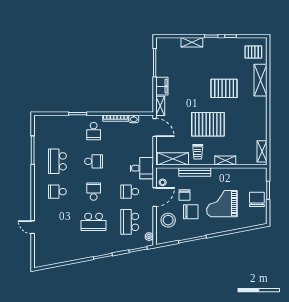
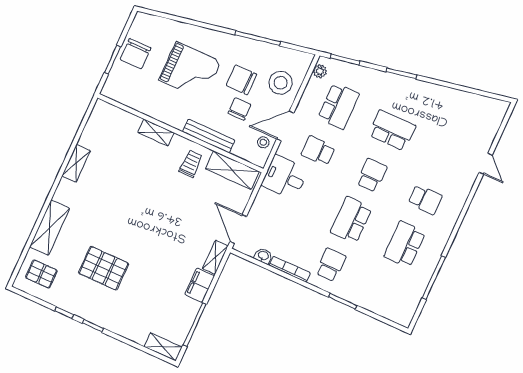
shelving: (192, 42) -> (163, 347), moved
pallet: (224, 88) -> (104, 268), moved
pallet: (208, 124) -> (157, 198), removed
shelving: (262, 151) -> (76, 163), moved
school desk: (57, 161) -> (405, 244), turned 180
school desk: (94, 161) -> (351, 220), width x1.85
school desk: (94, 192) -> (372, 175), turned 180
school desk: (130, 192) -> (318, 151), turned 180

